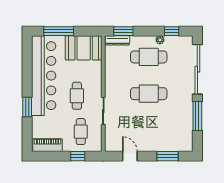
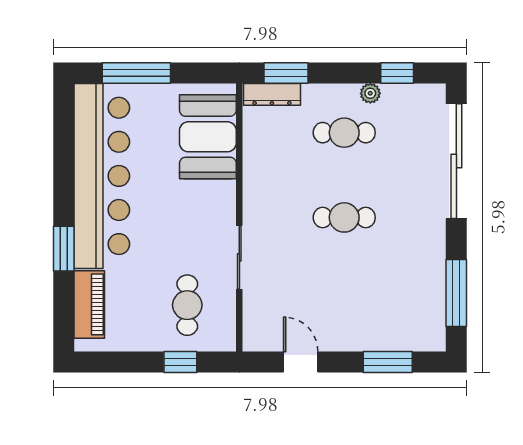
booth: (84, 48) -> (208, 137), moved, turned 90
cafe table: (149, 57) -> (344, 133), width x0.73, depth x0.74
cafe table: (149, 94) -> (344, 217), width x0.73, depth x0.74
cafe table: (77, 96) -> (178, 222), removed
window: (197, 116) -> (456, 293), moved
piano: (47, 145) -> (89, 304), moved, turned 90

